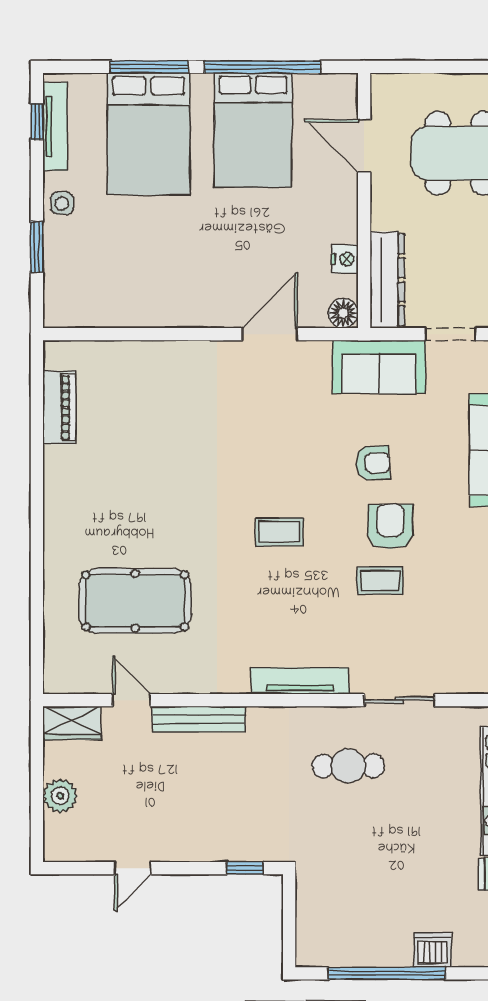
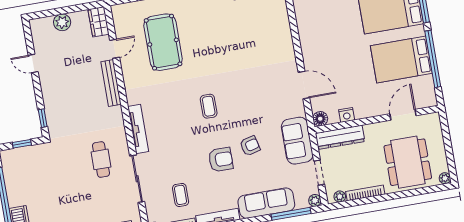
armchair: (373, 463) -> (250, 146), turned -101
coffee table: (380, 581) -> (181, 195), moved
sliding door: (399, 700) -> (137, 179), width x1.37
window: (289, 919) -> (22, 144), added

